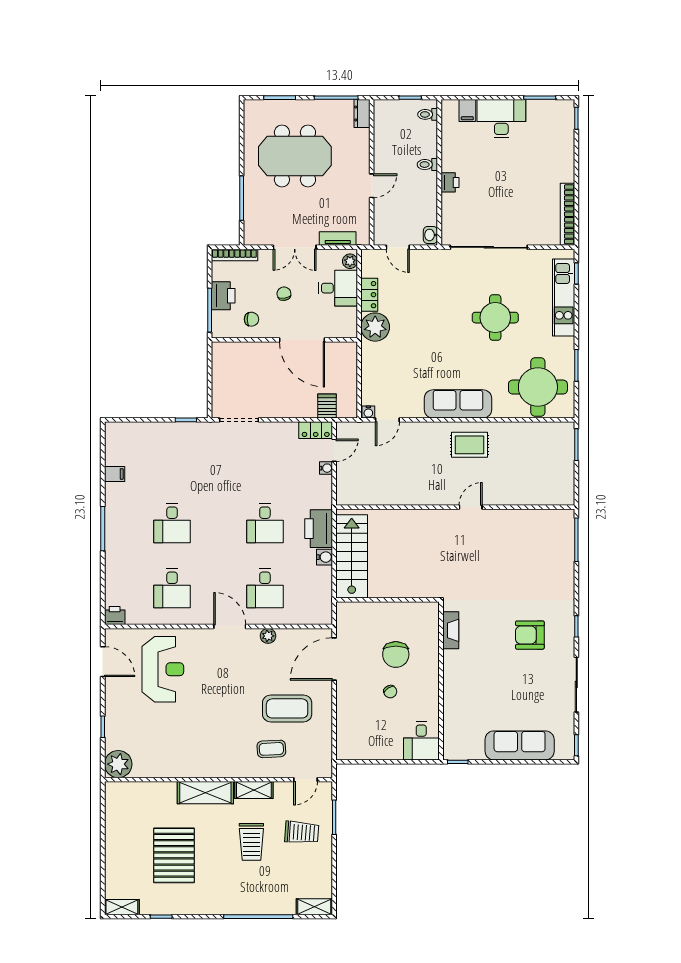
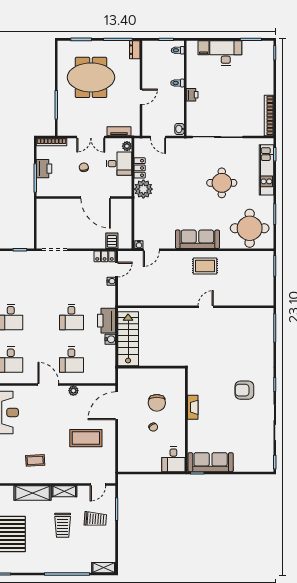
chair: (252, 319) -> (63, 184), removed
fireplace: (451, 630) -> (193, 407), moved
sofa: (520, 745) -> (211, 462), moved
coffee table: (271, 749) -> (35, 460), moved

